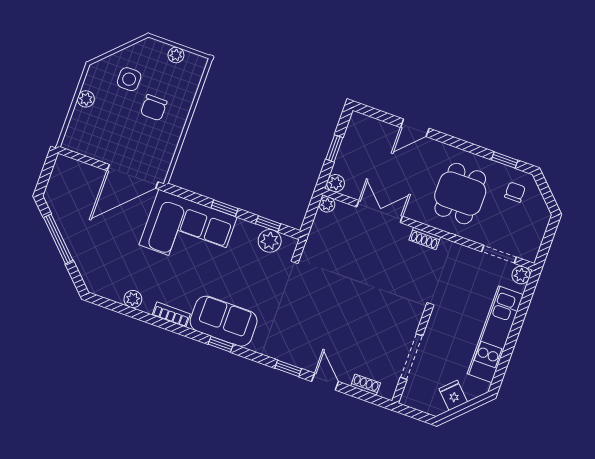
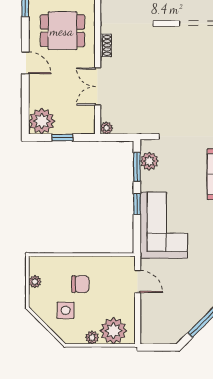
plant: (85, 127) -> (113, 331), added
door: (415, 128) -> (25, 63), moved
door: (133, 176) -> (138, 282), width x0.53
plant: (336, 183) -> (42, 121), moved, width x1.88, depth x1.88
window: (268, 224) -> (137, 167), width x1.50

